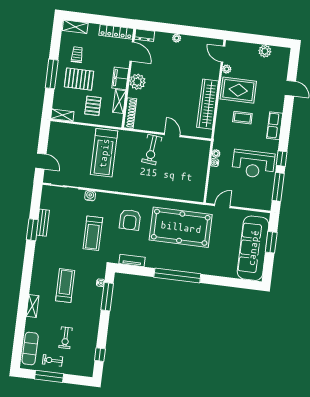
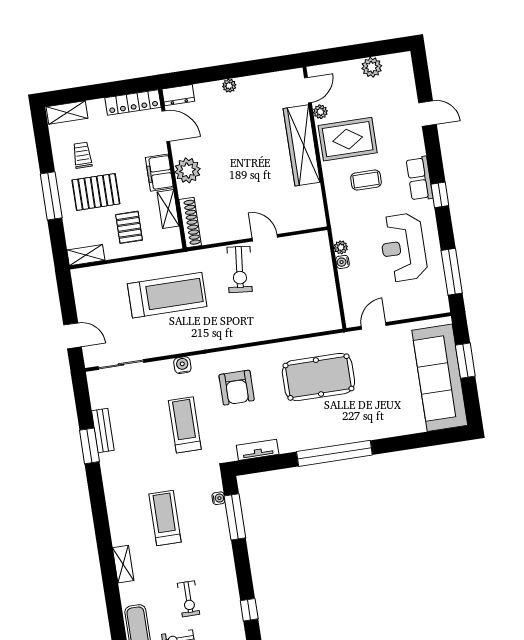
door: (223, 54) -> (308, 90), swing flipped
wardrobe: (208, 104) -> (302, 145), moved
treadmill: (104, 153) -> (167, 295), turned -90
window: (282, 159) -> (440, 195), moved
reception desk: (253, 164) -> (403, 247), turned 90
water cooler: (90, 196) -> (182, 365), moved
pool table: (181, 227) -> (318, 377), width x0.73, depth x0.76
treadmill: (93, 233) -> (185, 425), turned 180

